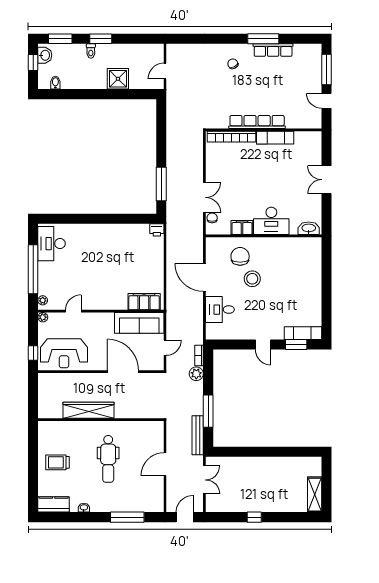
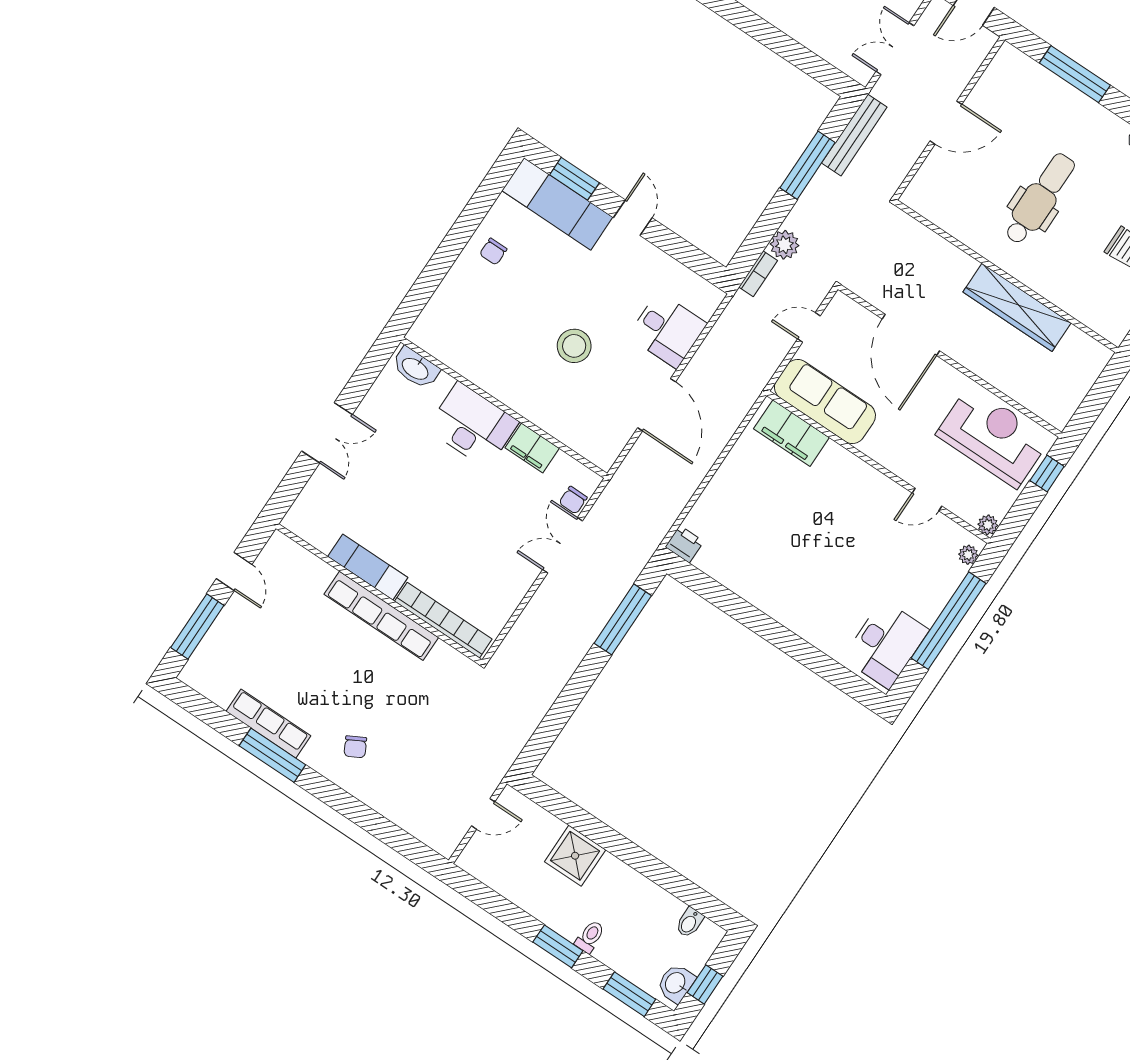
chair: (240, 256) -> (493, 252), moved, width x0.54, depth x0.54
exam couch: (303, 333) -> (557, 204), width x1.36, depth x1.45

